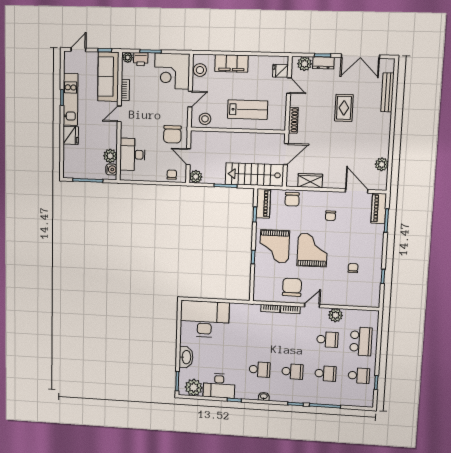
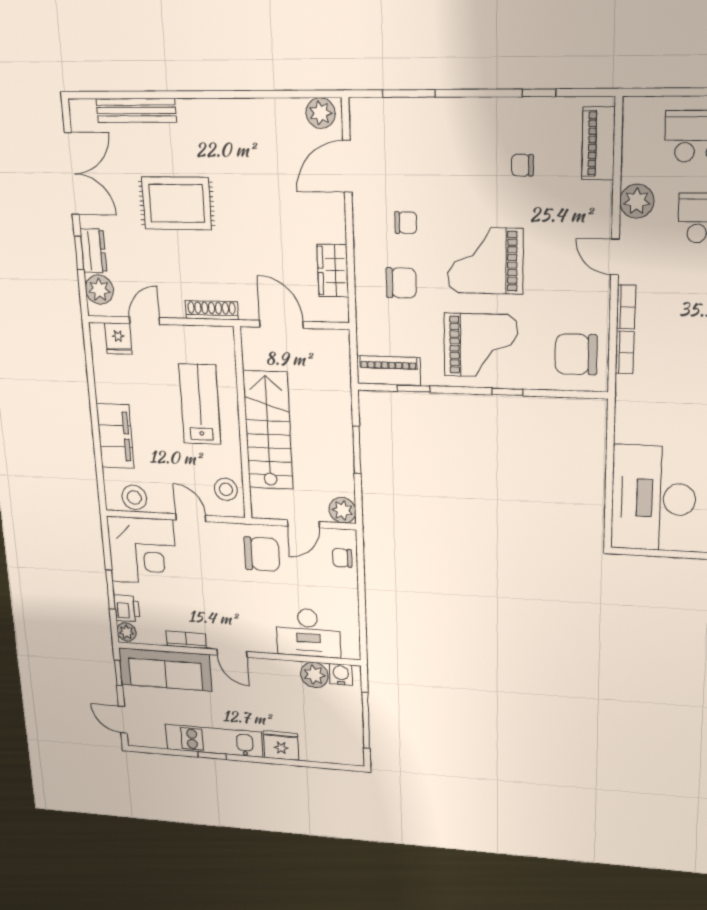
rug: (344, 108) -> (177, 203), width x1.36, depth x1.43
plant: (382, 164) -> (321, 113), moved
stairs: (254, 174) -> (268, 430), moved, turned 180
chair: (292, 199) -> (401, 283), moved
piano: (379, 208) -> (598, 144), moved, turned 90
chair: (292, 287) -> (576, 354), moved

